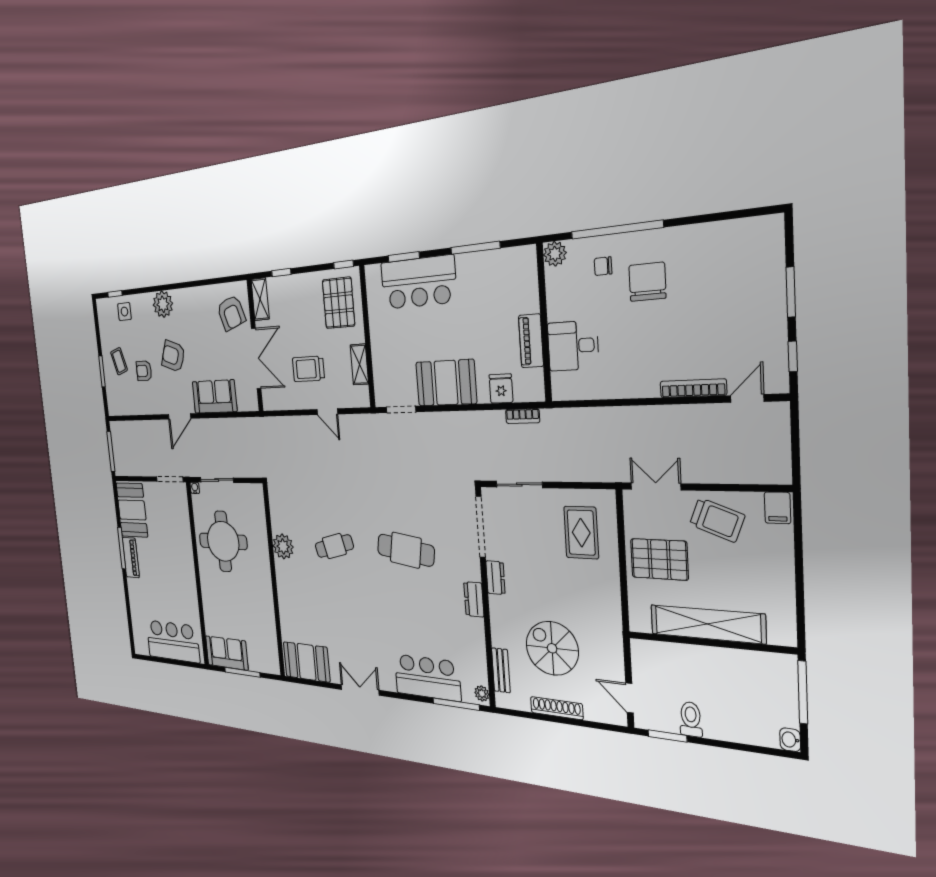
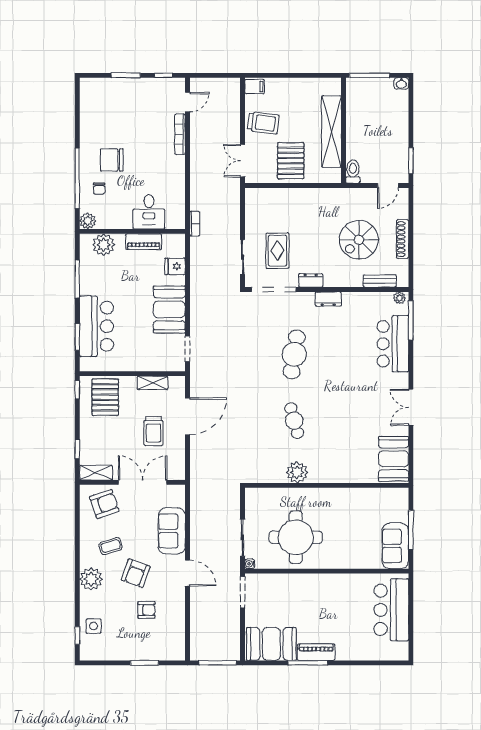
plant: (523, 281) -> (104, 245), added
pallet: (339, 303) -> (105, 397), turned 90
coffee table: (119, 361) -> (111, 546), moved
armchair: (144, 371) -> (147, 610), turned -90
door: (747, 398) -> (187, 102), swing flipped
door: (327, 412) -> (187, 416), width x1.87
bookcase: (523, 416) -> (195, 224), moved
trolley: (717, 520) -> (263, 123), turned 76
rug: (581, 533) -> (277, 251), moved, turned 90
toilet: (691, 719) -> (353, 172), moved, turned 90

